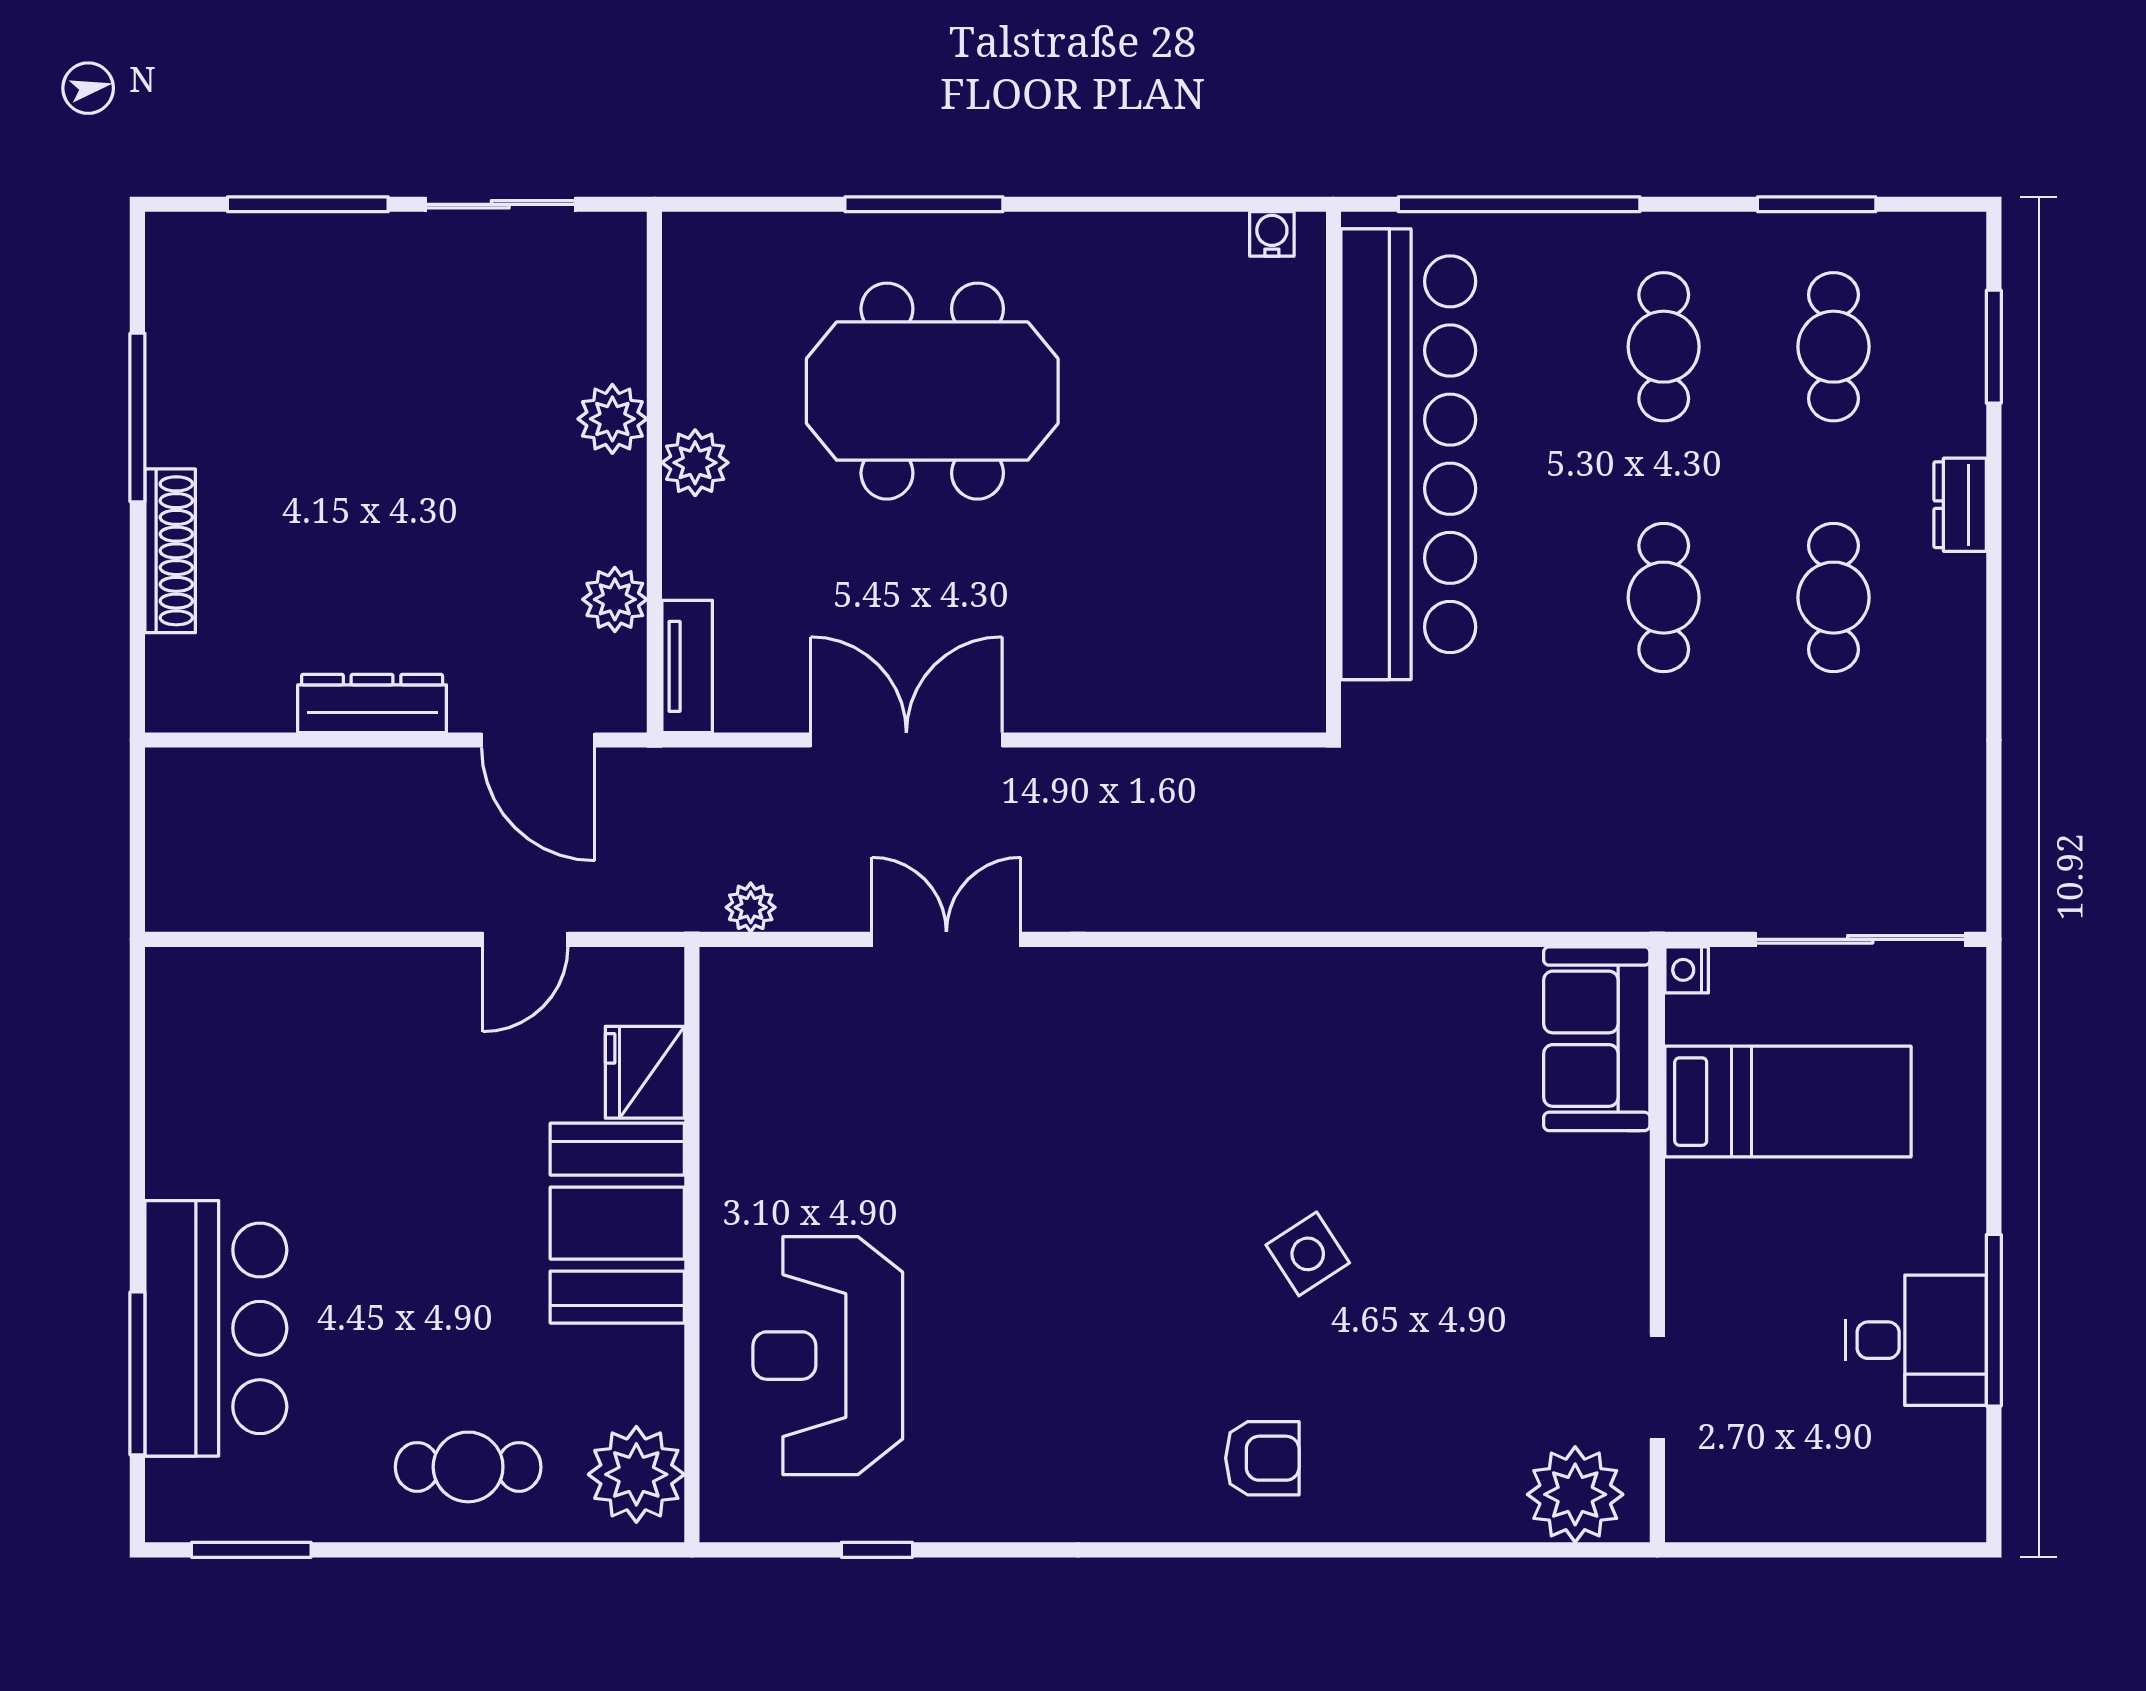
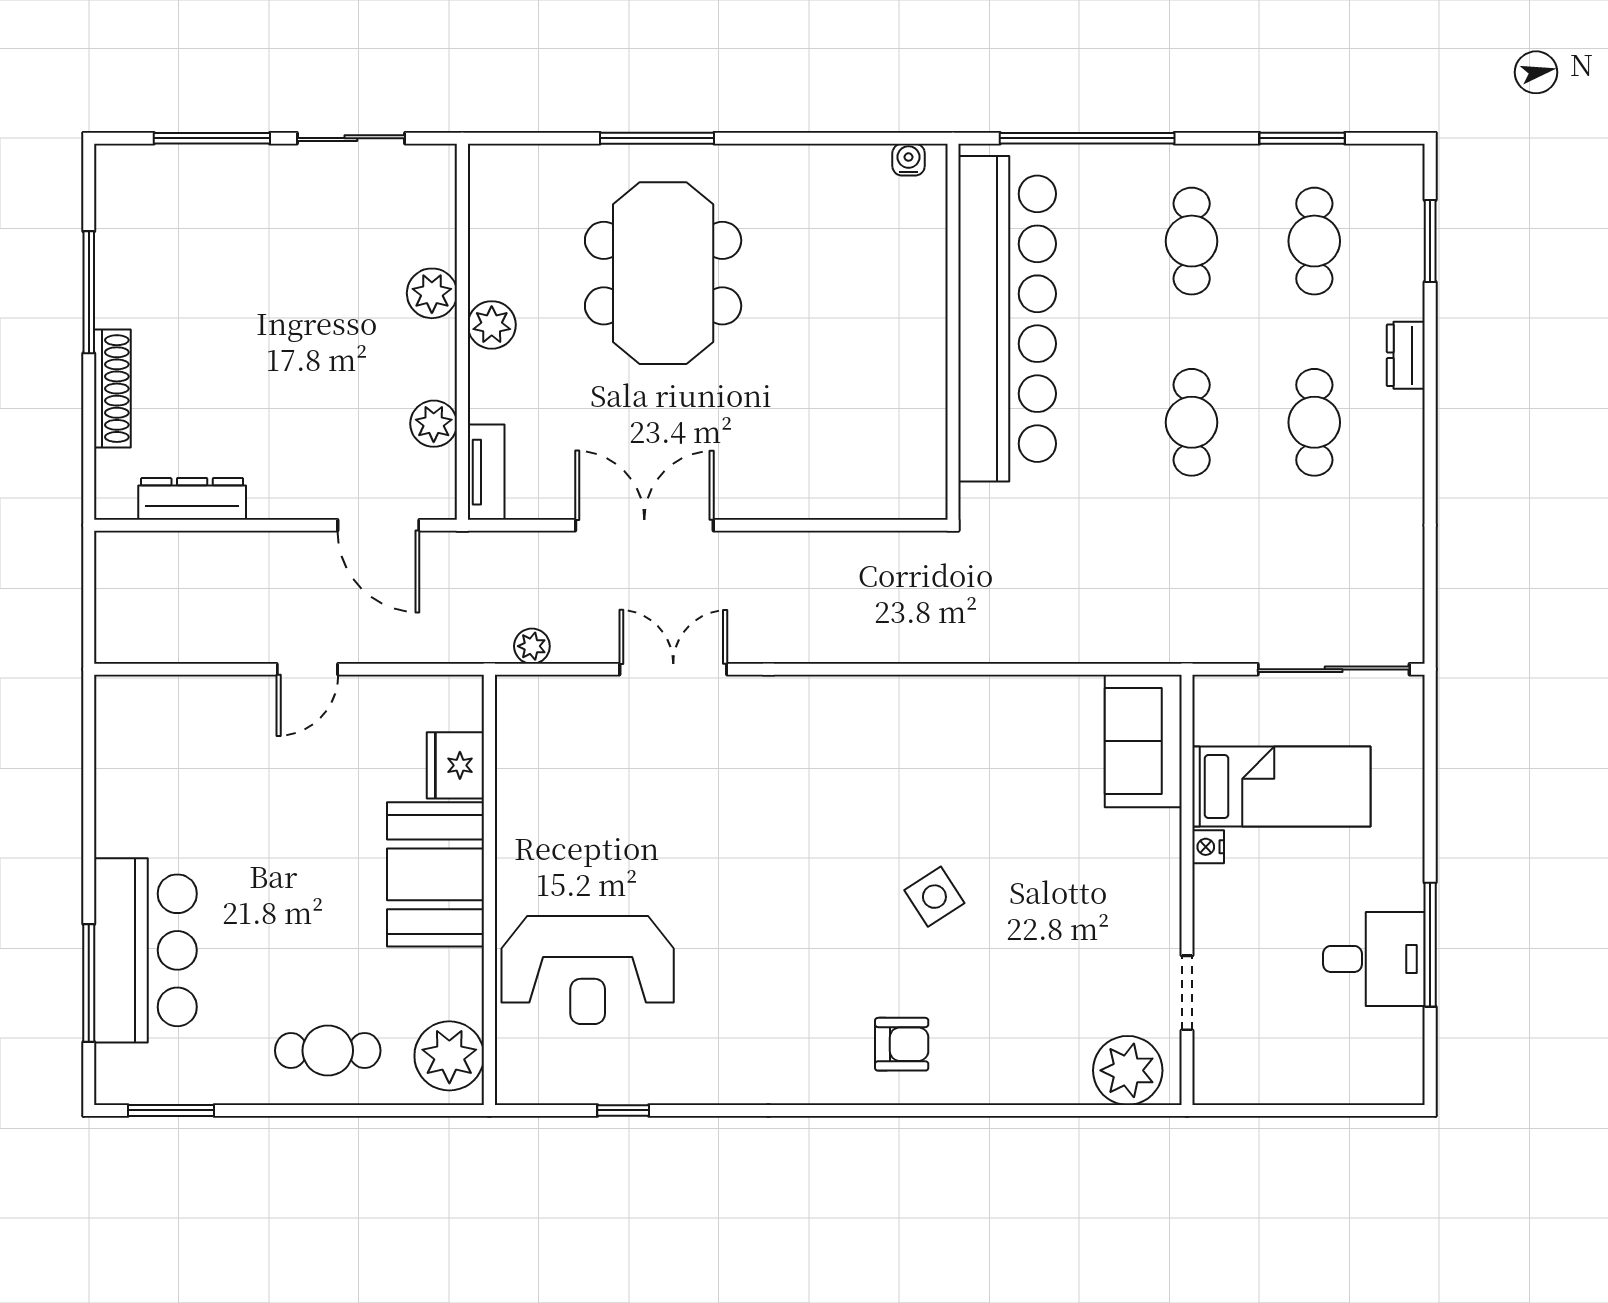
meeting table: (932, 391) -> (663, 273), turned 90
dresser: (372, 703) -> (192, 499), moved
door: (525, 939) -> (307, 669), moved
nightstand: (1687, 970) -> (1208, 847), moved
reception desk: (828, 1356) -> (588, 970), turned -90

